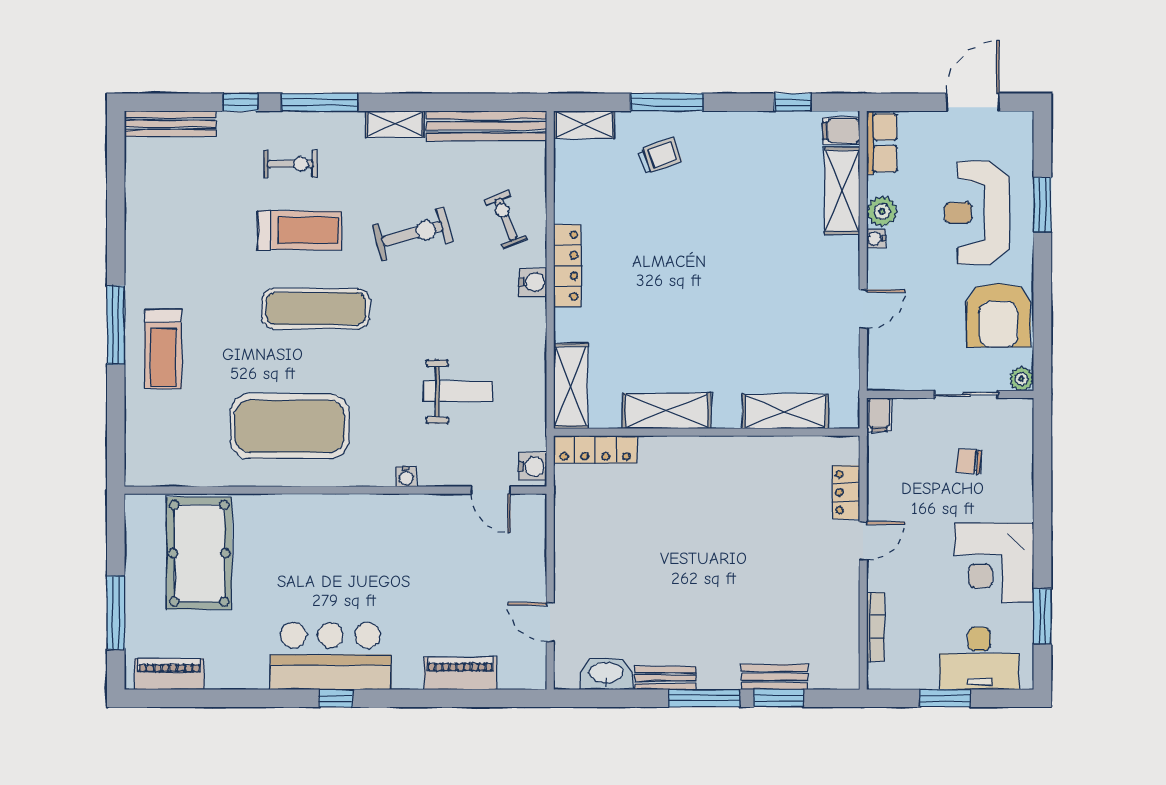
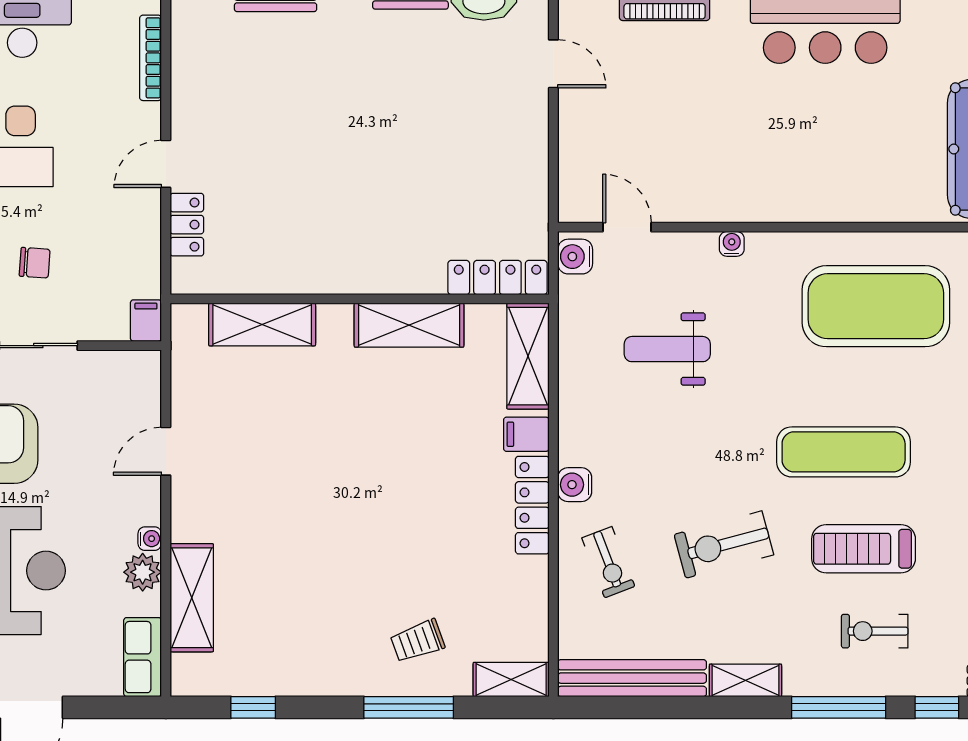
filing cabinet: (841, 131) -> (526, 434), moved, turned 180

